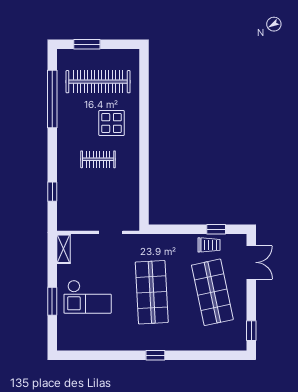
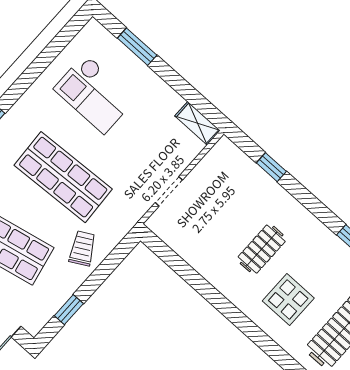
trolley: (209, 245) -> (83, 248), moved, turned 151
checkout: (88, 297) -> (95, 94), moved, turned -90
window: (52, 301) -> (137, 47), moved

